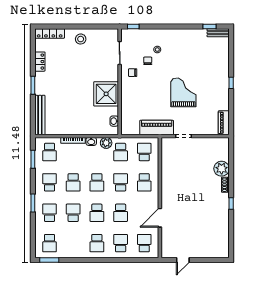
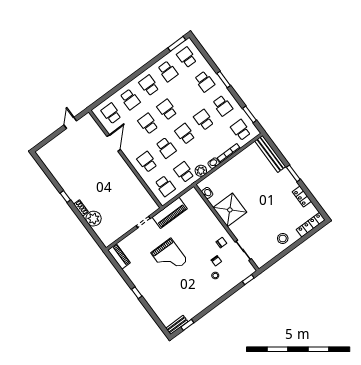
school desk: (73, 213) -> (168, 71), moved
school desk: (144, 243) -> (111, 113), turned 180

